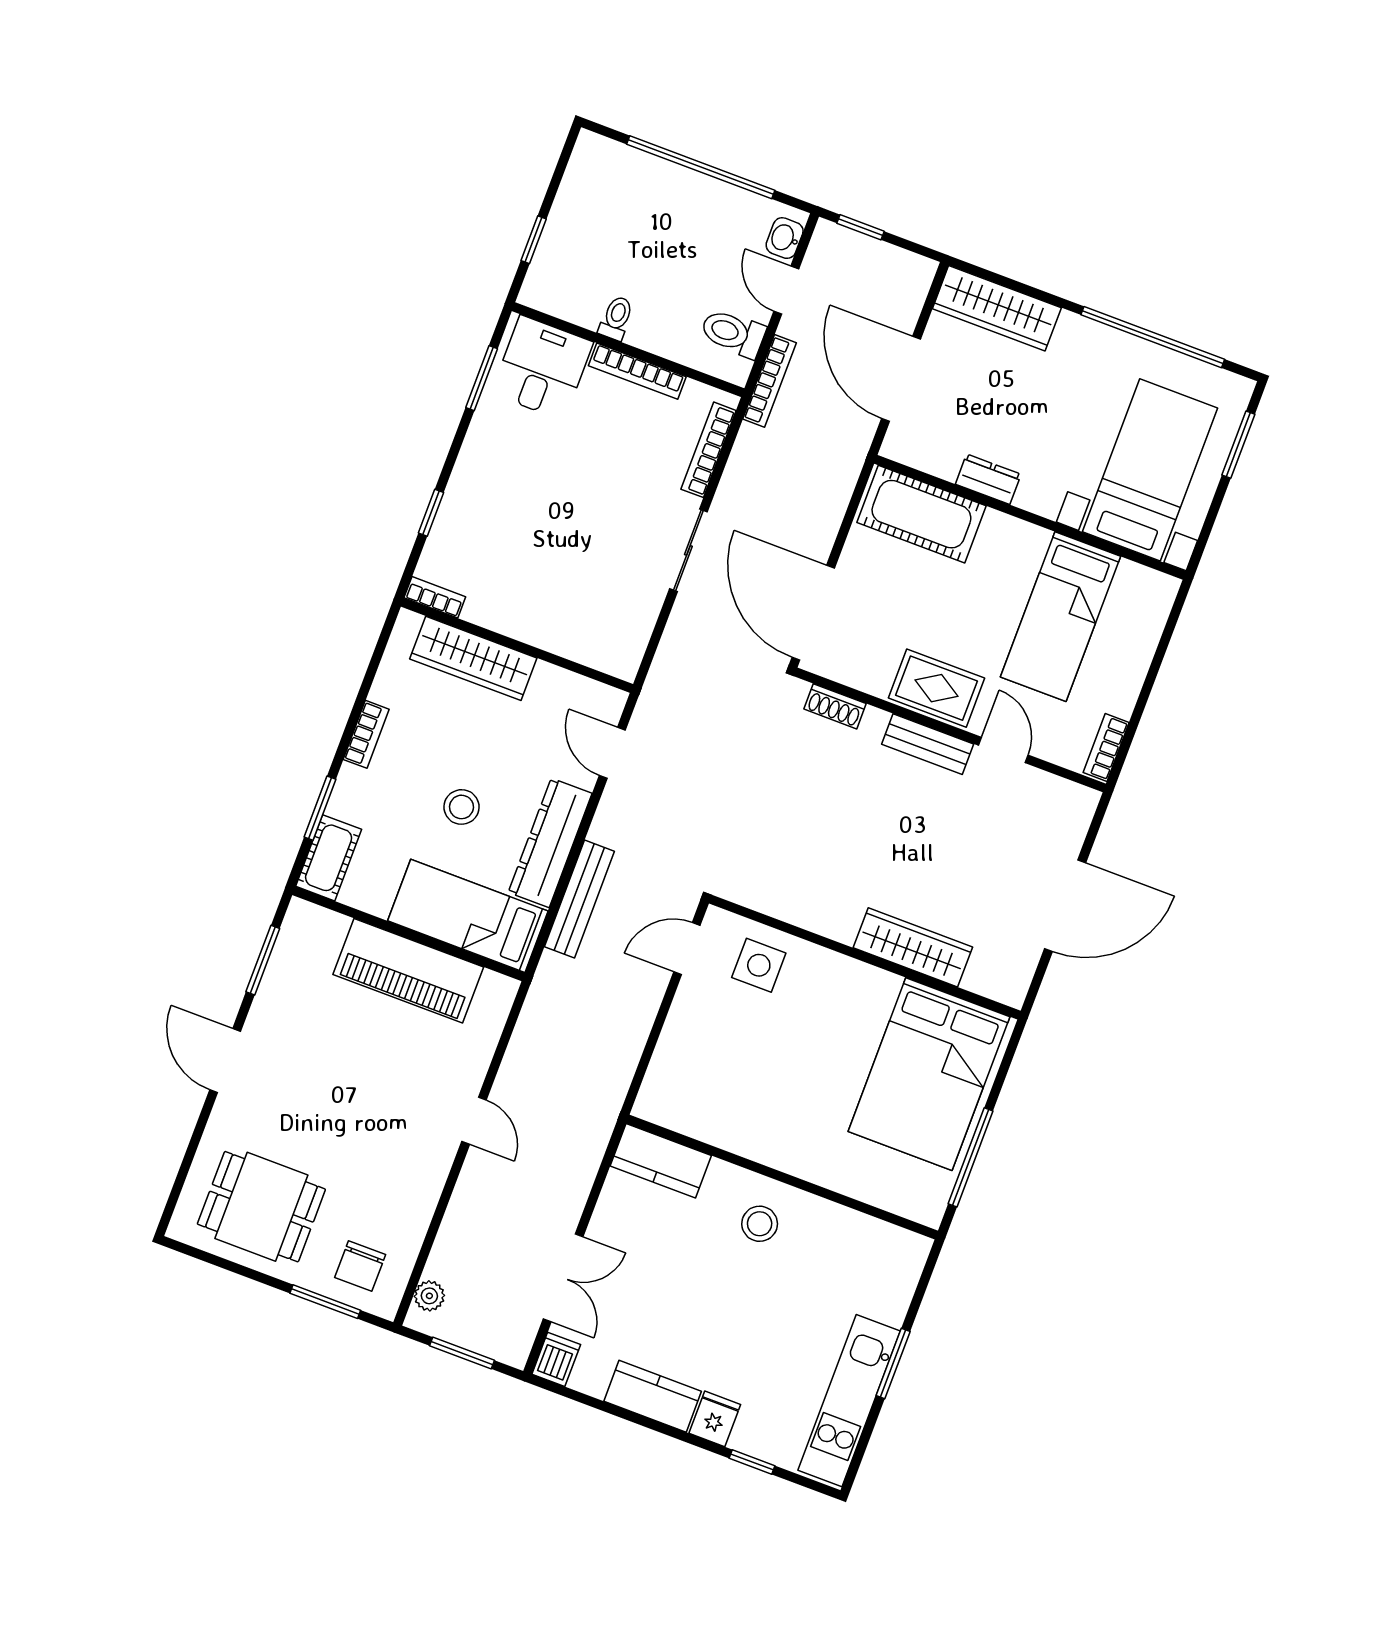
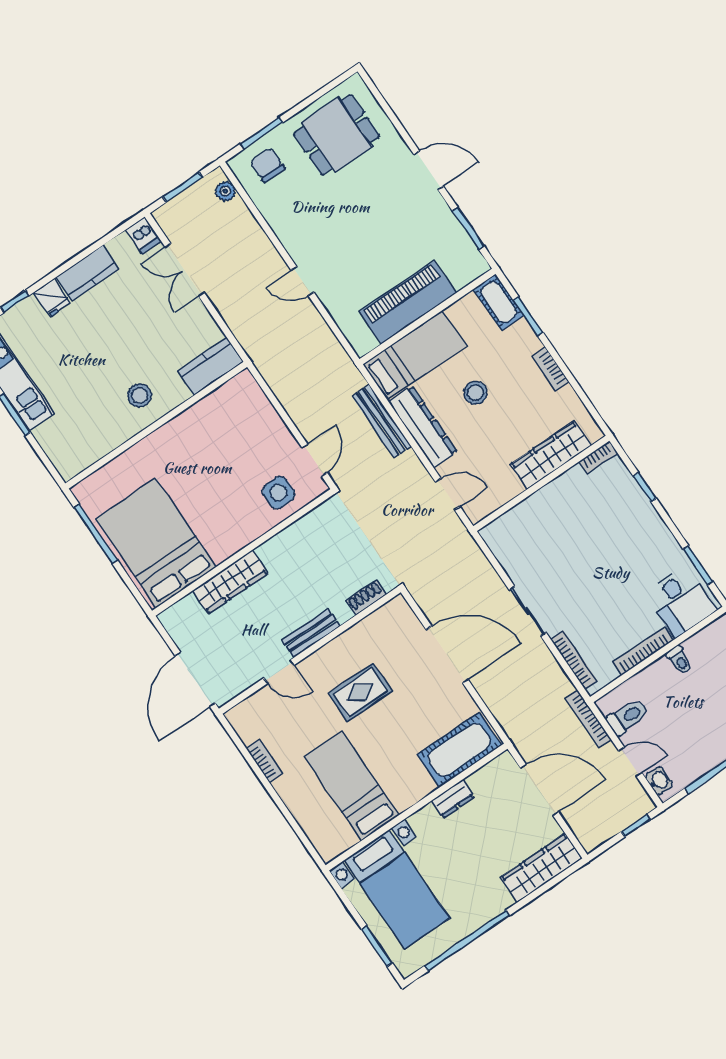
shoe rack: (835, 706) -> (366, 598), moved
wall: (950, 730) -> (310, 650), moved
bench: (928, 744) -> (311, 633), moved
door: (1003, 750) -> (279, 672), moved

